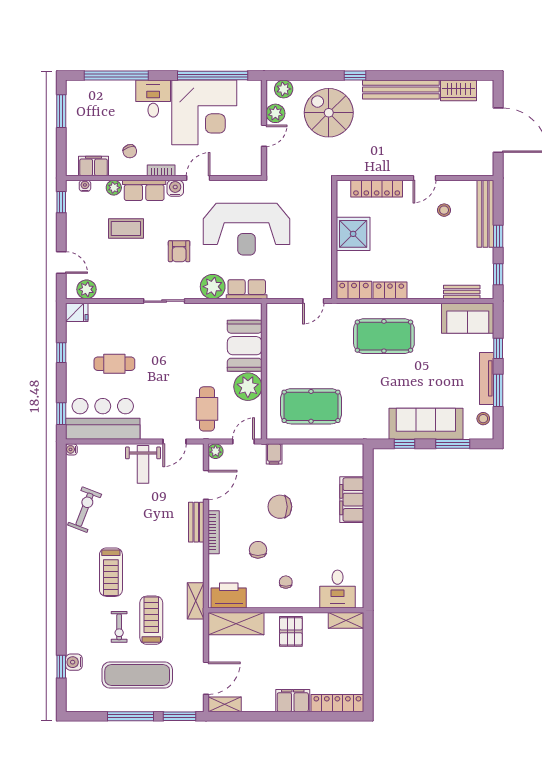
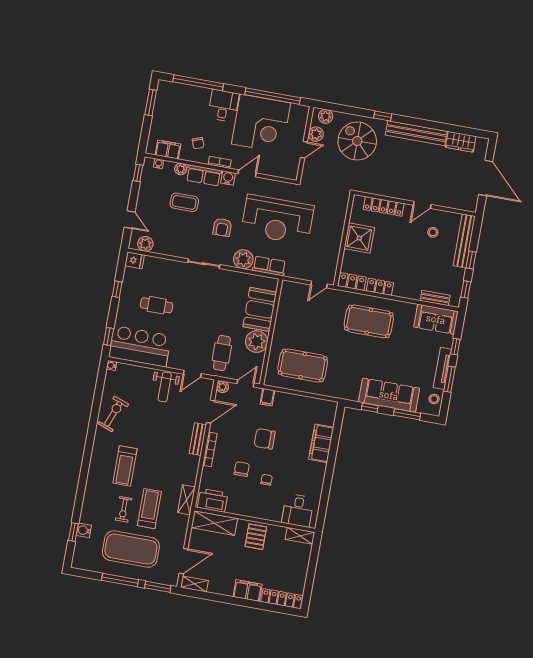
chair: (286, 582) -> (267, 480), moved
exercise mat: (137, 675) -> (131, 549), width x1.47

